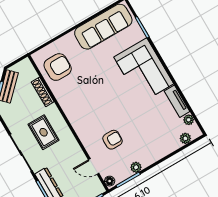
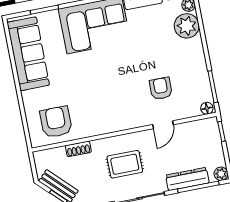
shoe rack: (43, 92) -> (78, 149), width x0.70
door: (94, 166) -> (163, 125), moved
plant: (136, 167) -> (187, 26), moved, width x1.88, depth x1.88

